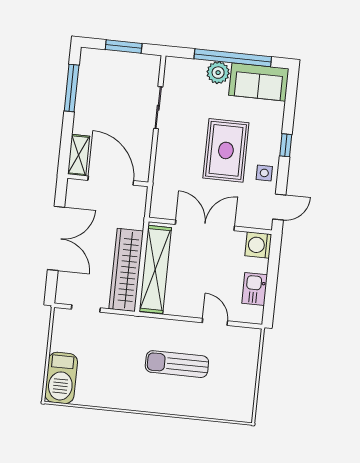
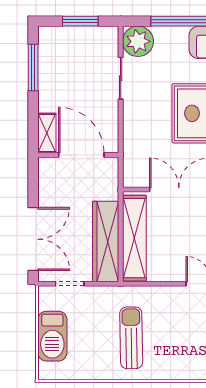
plant: (218, 73) -> (138, 41), moved, width x1.36, depth x1.36
double door: (56, 238) -> (33, 239), moved
sun lounger: (177, 364) -> (131, 338), moved, turned 89
barbecue: (61, 378) -> (52, 336), moved

